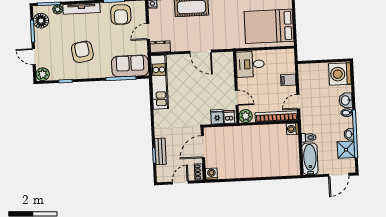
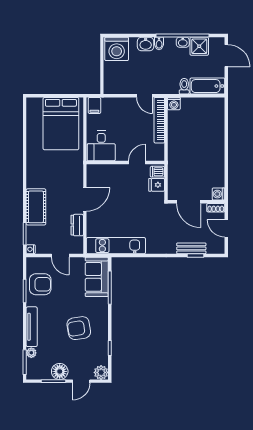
floor lamp: (41, 21) -> (60, 371), moved
dresser: (160, 47) -> (77, 225), moved
filing cabinet: (288, 80) -> (94, 105), moved
plant: (246, 116) -> (157, 154), removed

